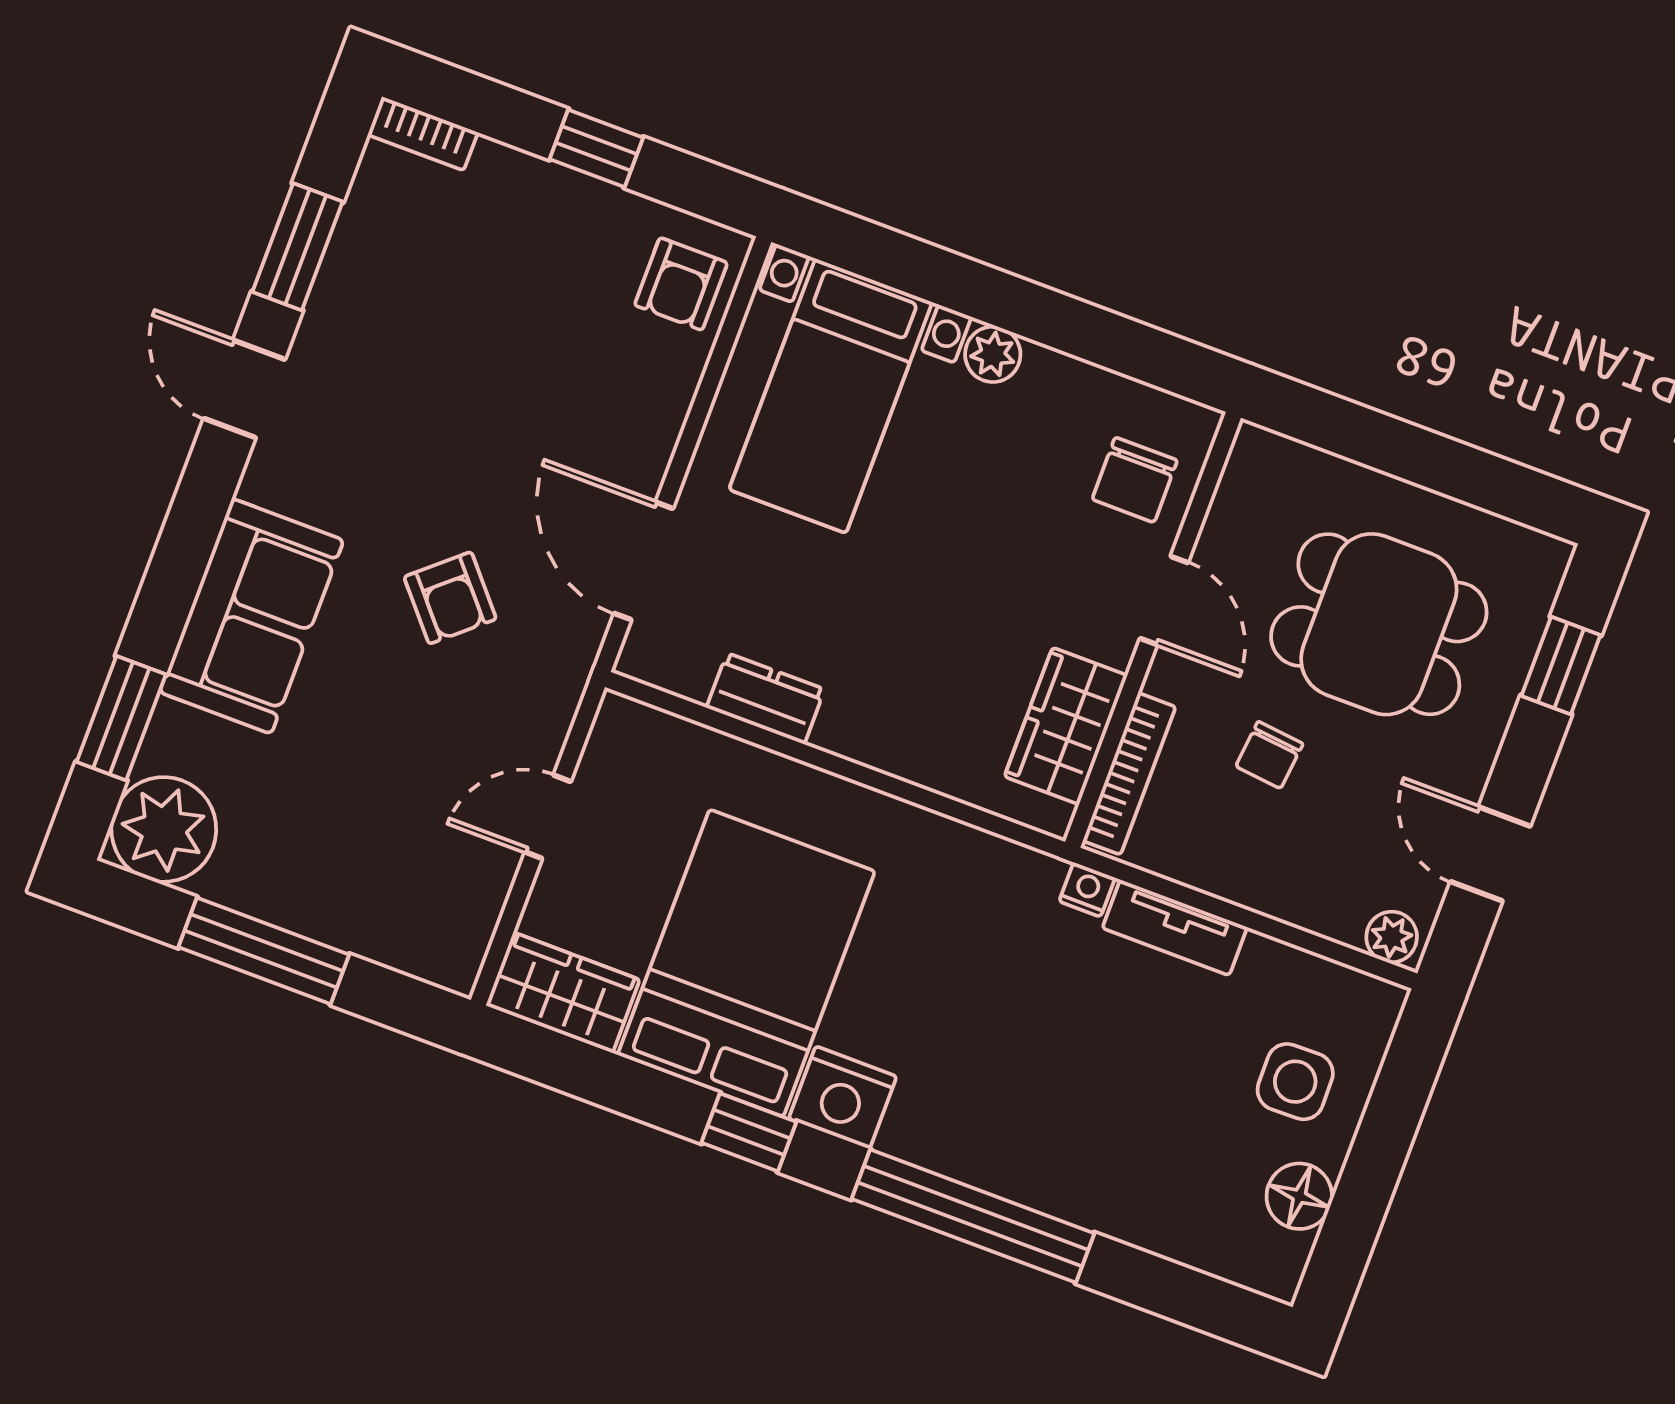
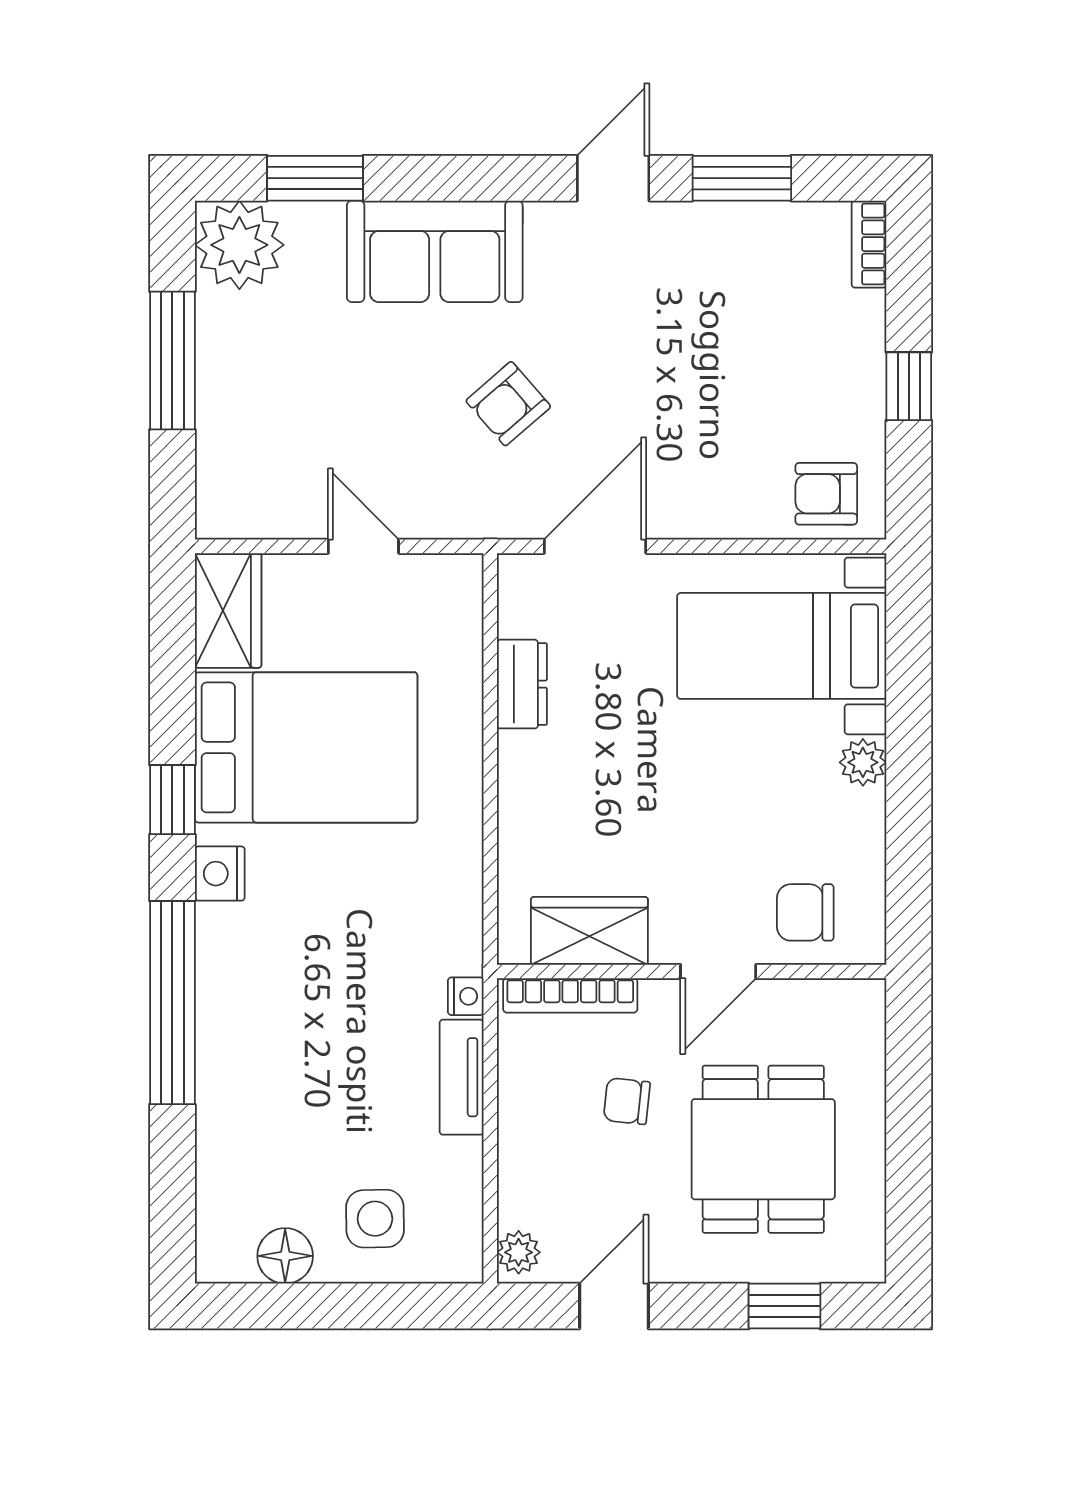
nightstand: (843, 1098) -> (220, 874), width x0.74, depth x0.75

